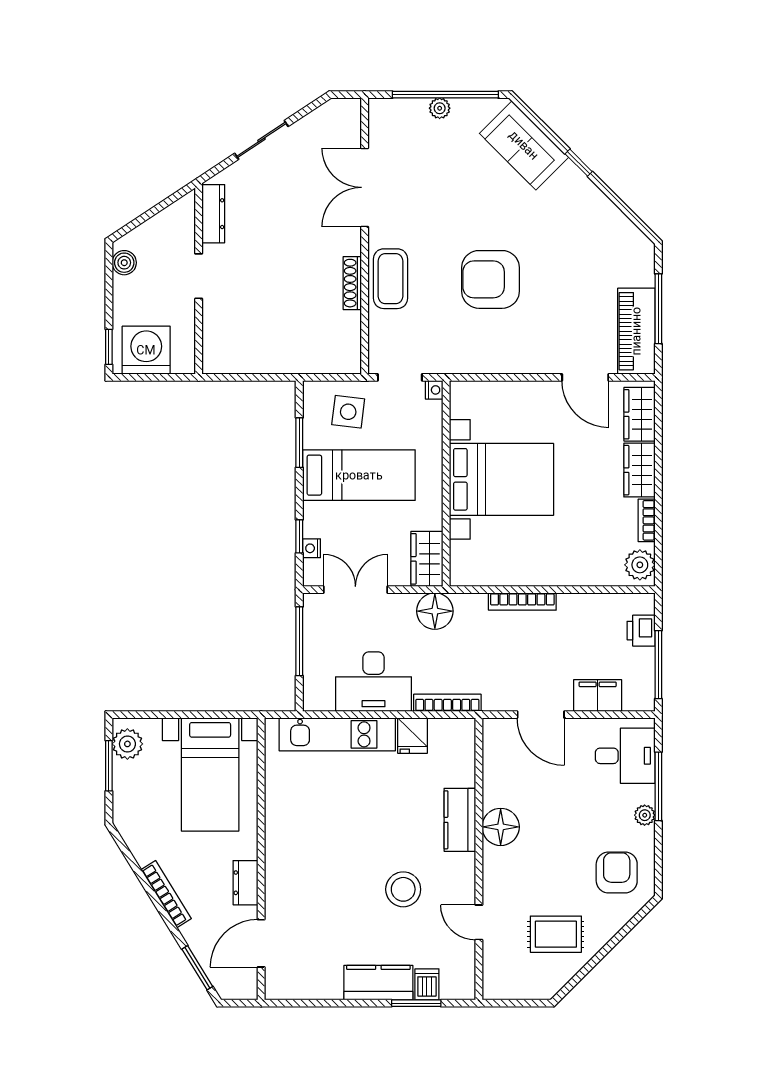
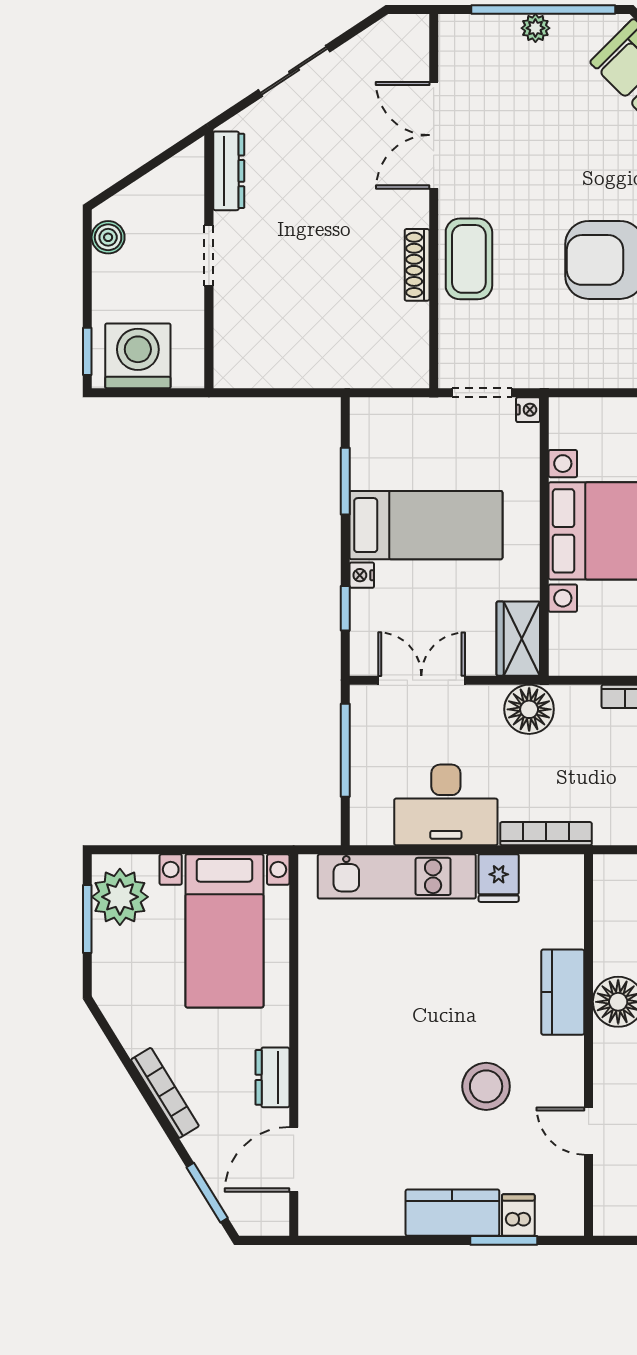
side table: (348, 412) -> (412, 439), removed
nightstand: (311, 548) -> (362, 575), moved
plant: (127, 744) -> (120, 897), width x1.36, depth x1.36

